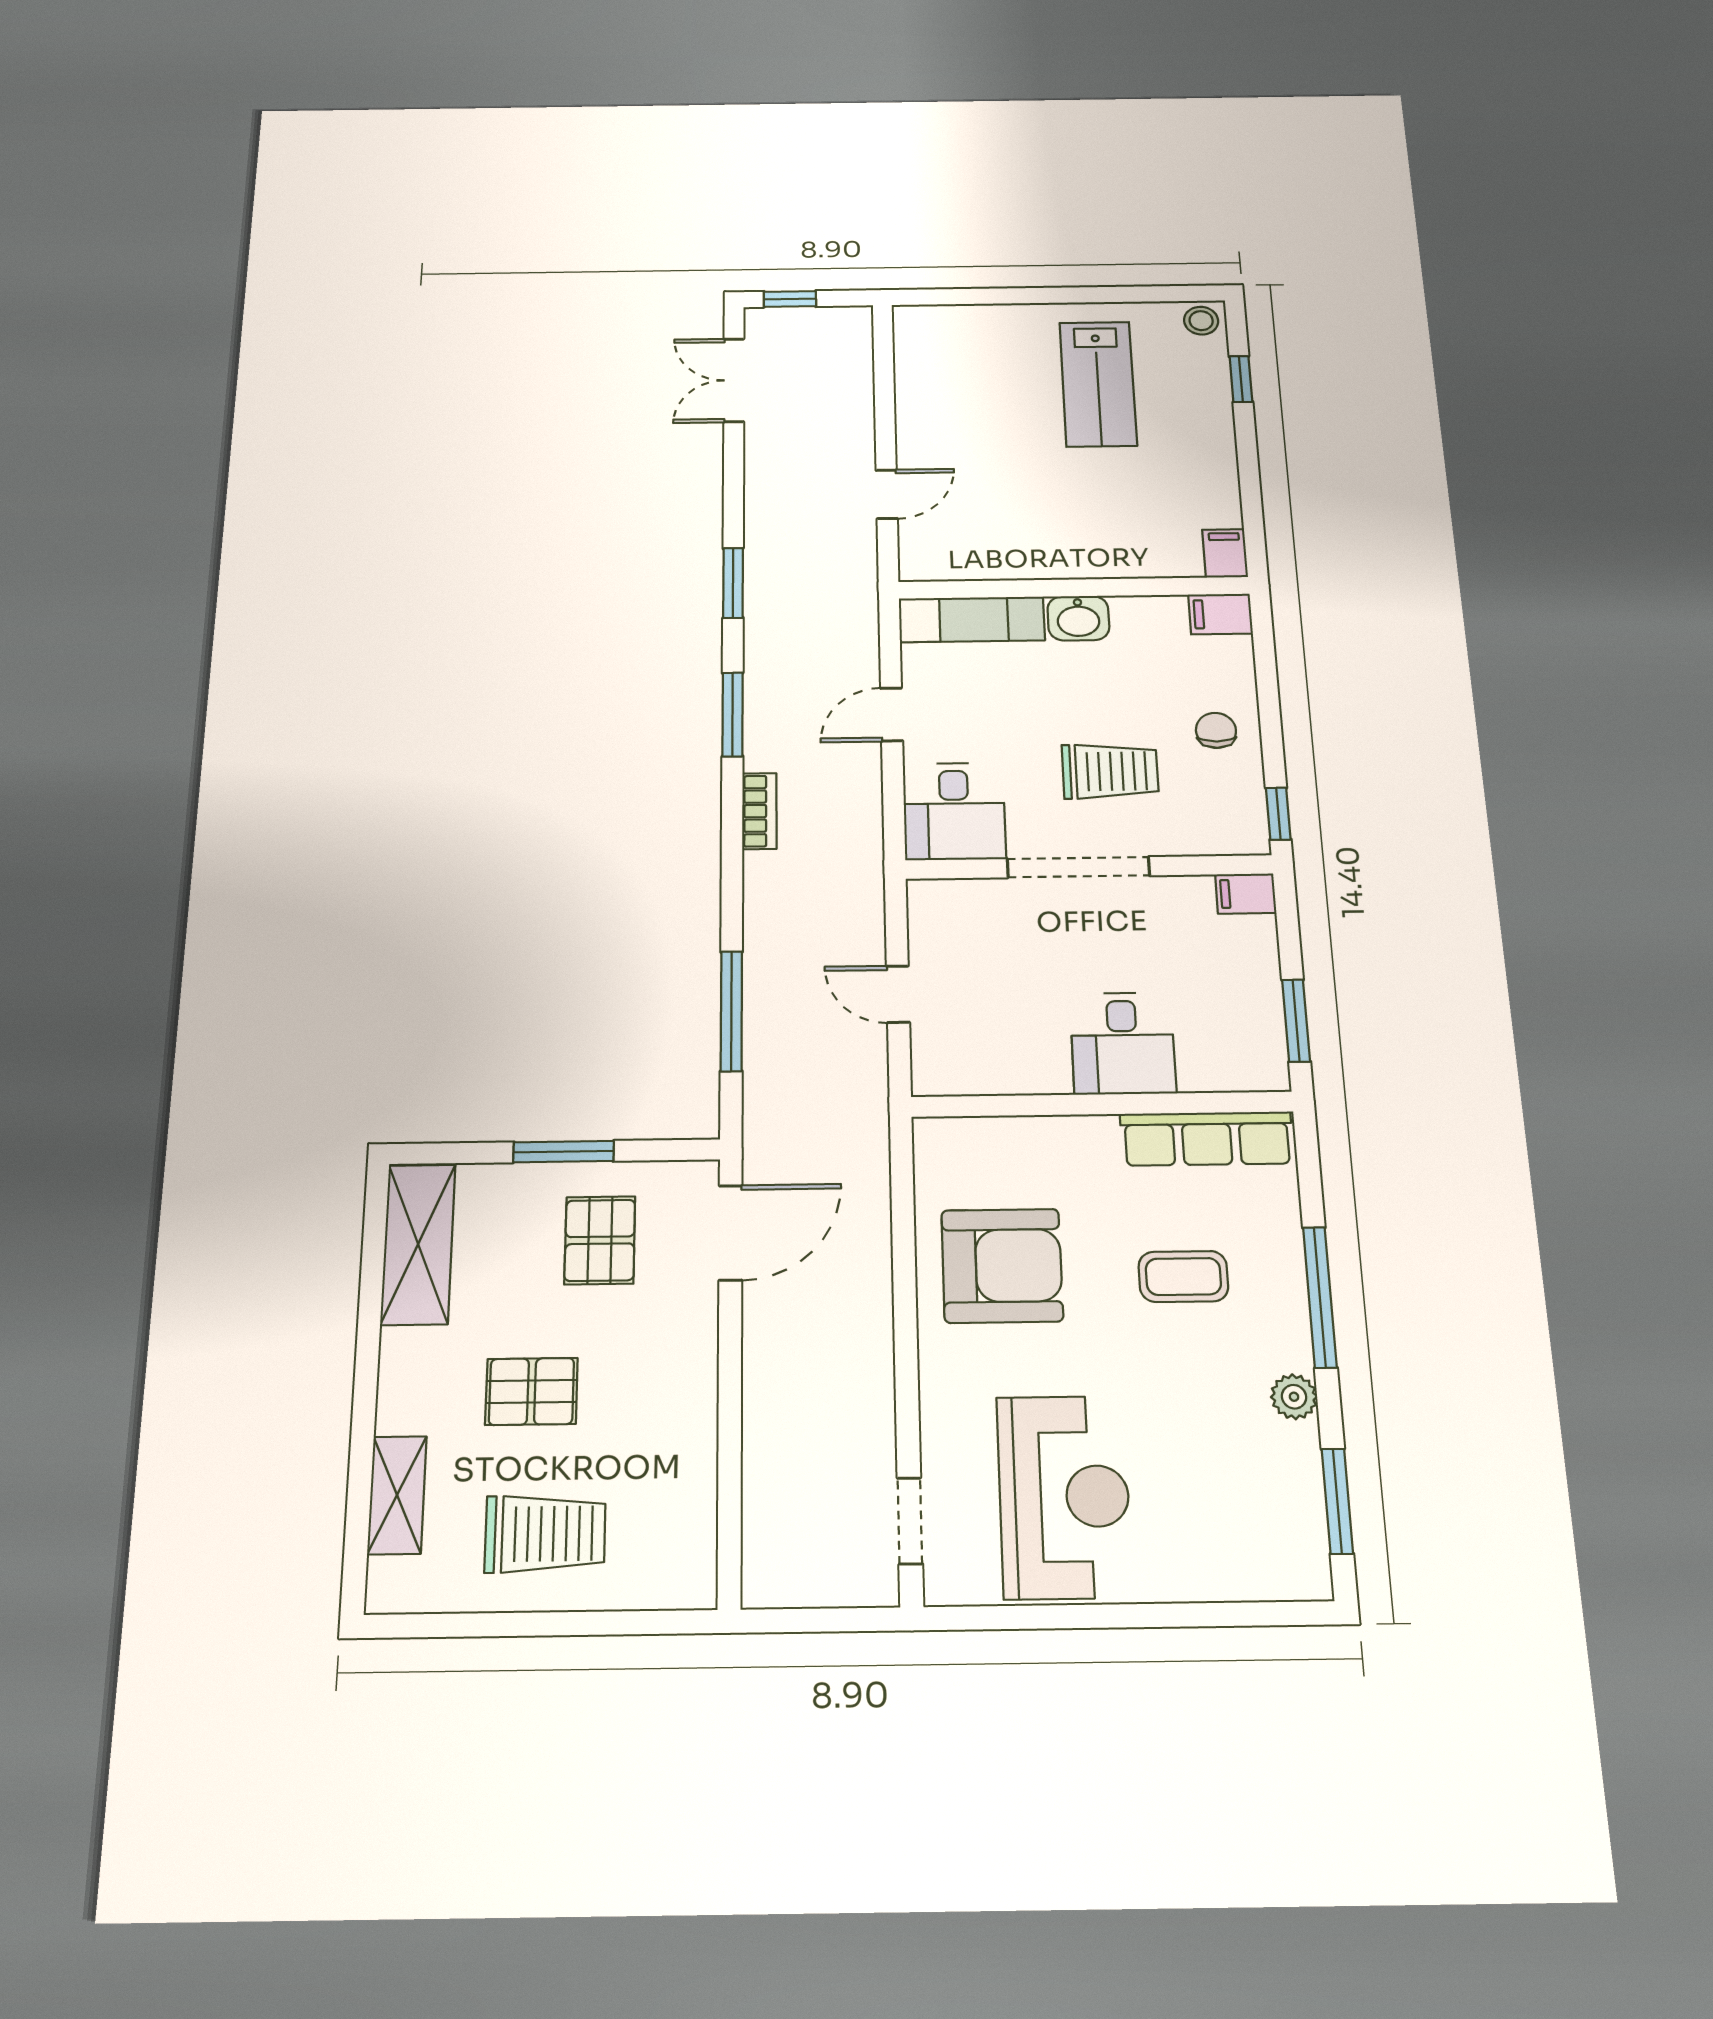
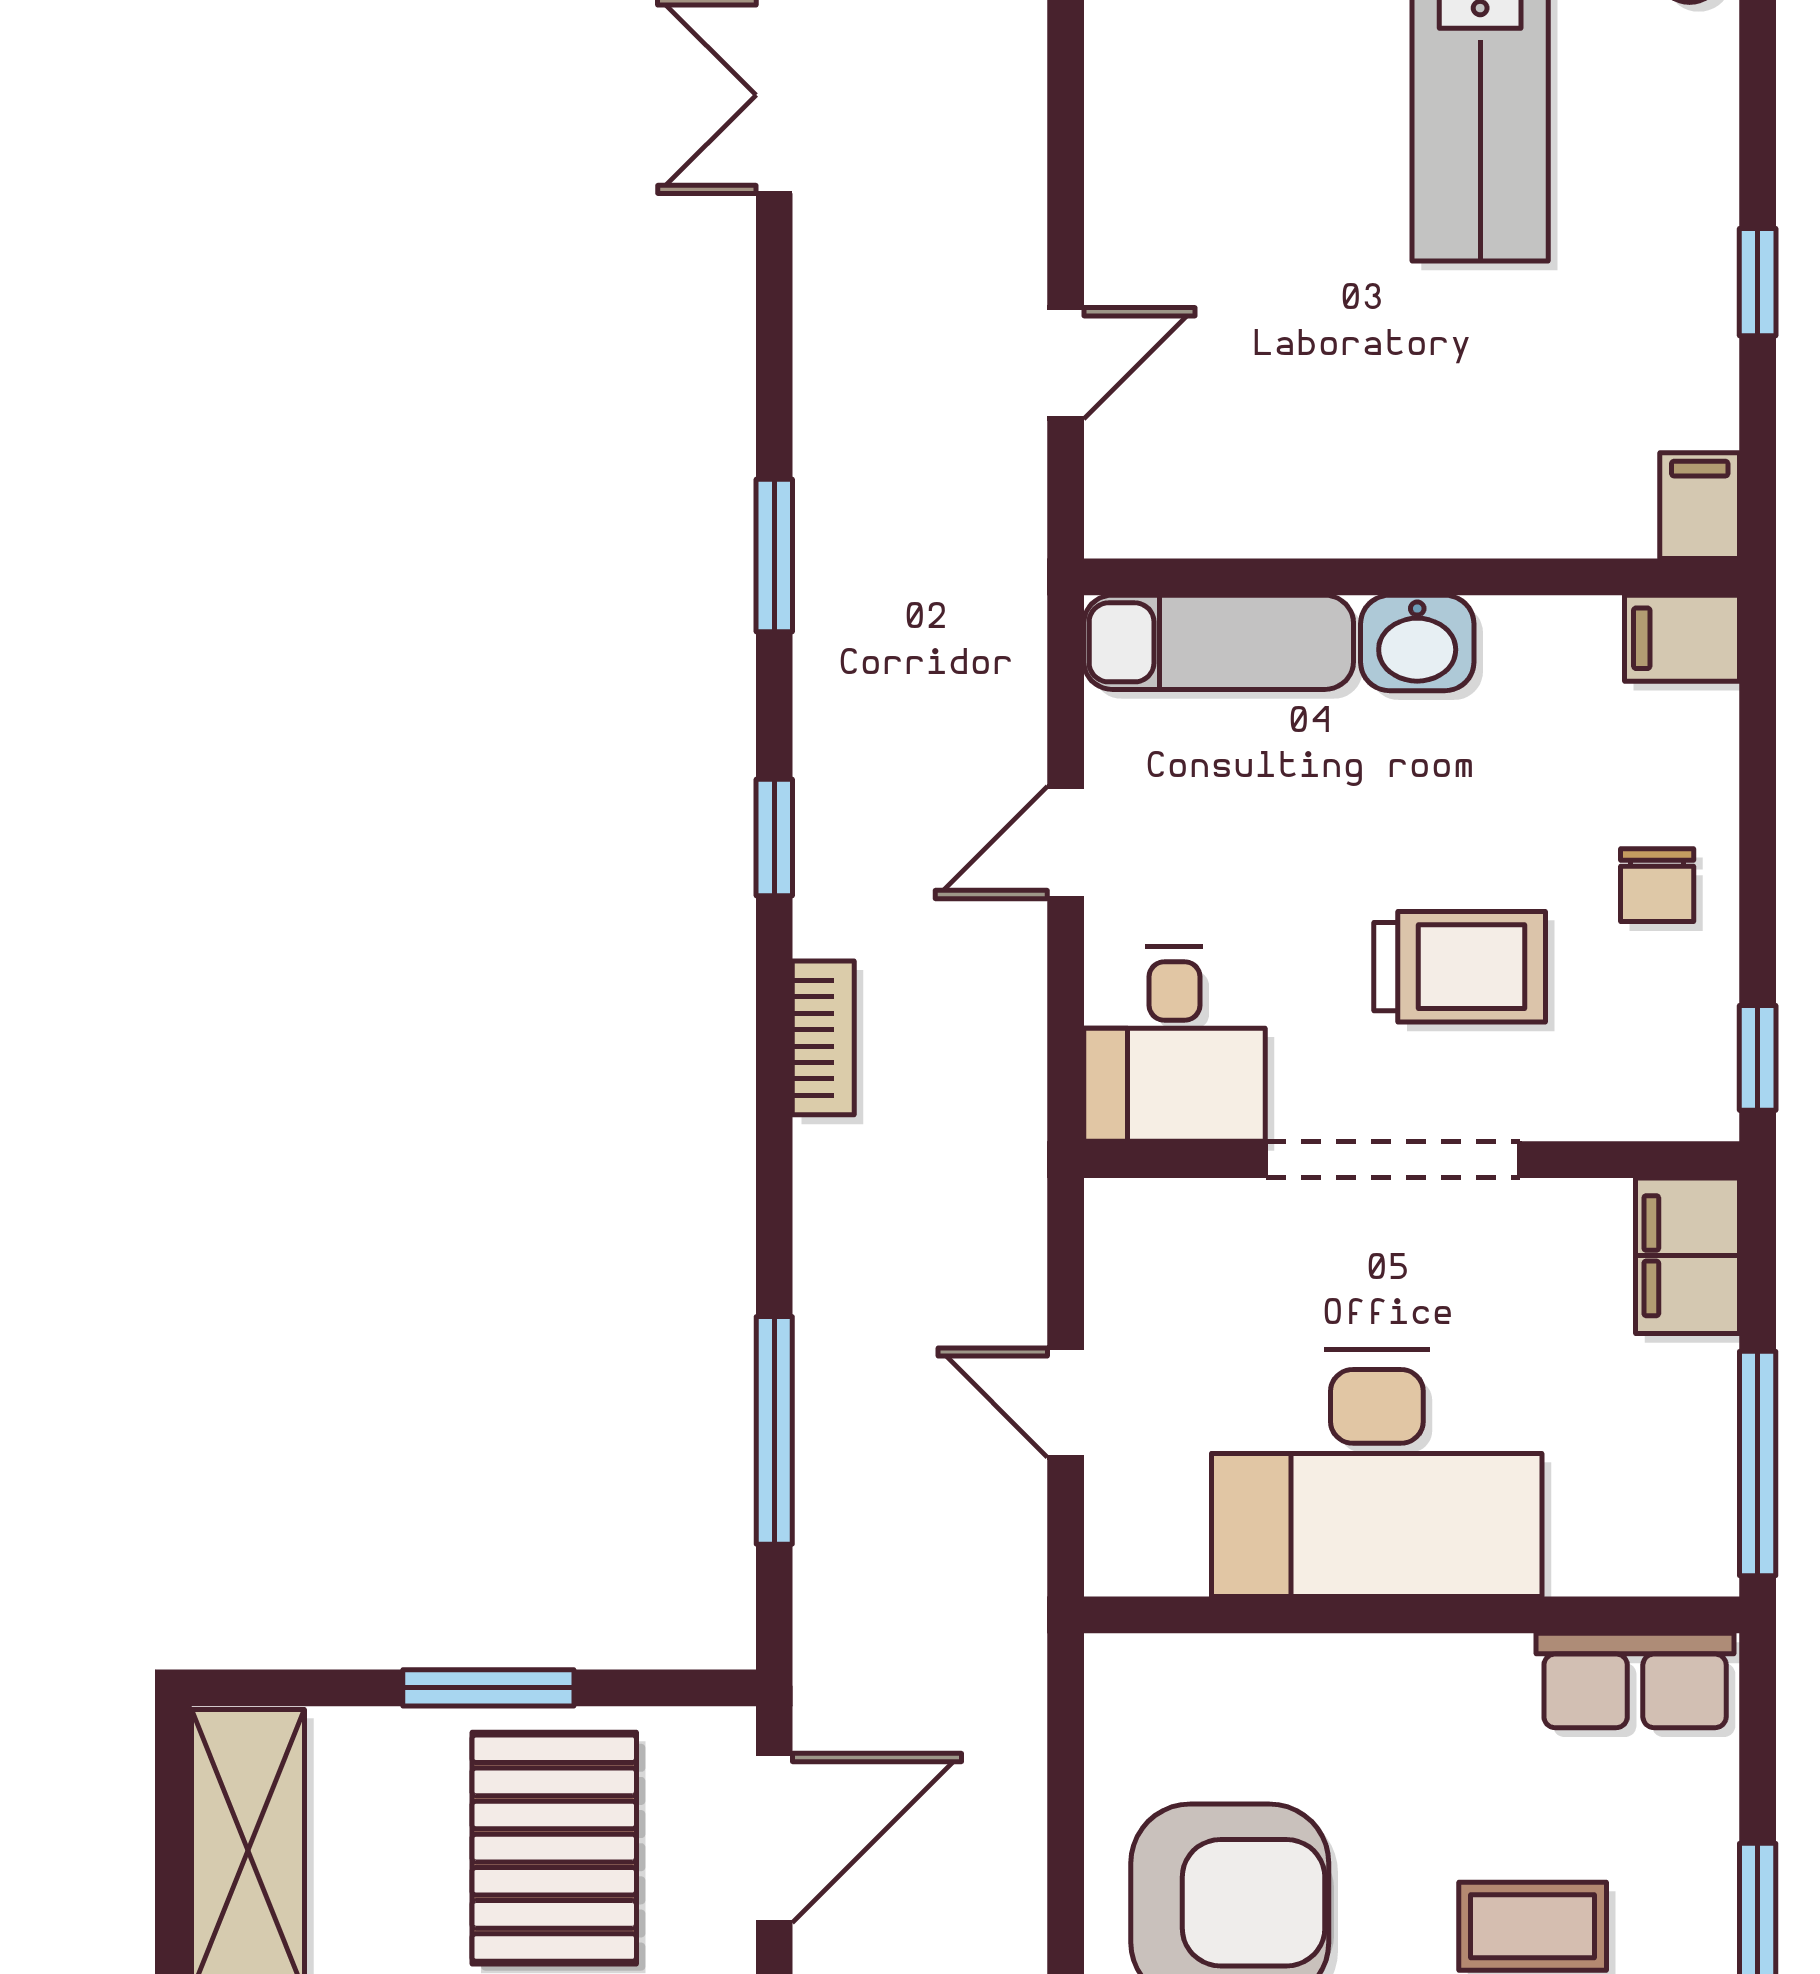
window: (1241, 379) -> (1758, 282), moved
window: (733, 714) -> (774, 838), width x0.67
chair: (1216, 730) -> (1657, 885), turned 180
filing cabinet: (1246, 894) -> (1688, 1256), width x2.00
window: (1296, 1021) -> (1758, 1463), width x1.44
desk: (1123, 1043) -> (1377, 1473), width x1.87, depth x1.30
row of seats: (1207, 1139) -> (1635, 1680), width x0.68
pallet: (600, 1240) -> (554, 1848), width x1.50, depth x1.42

